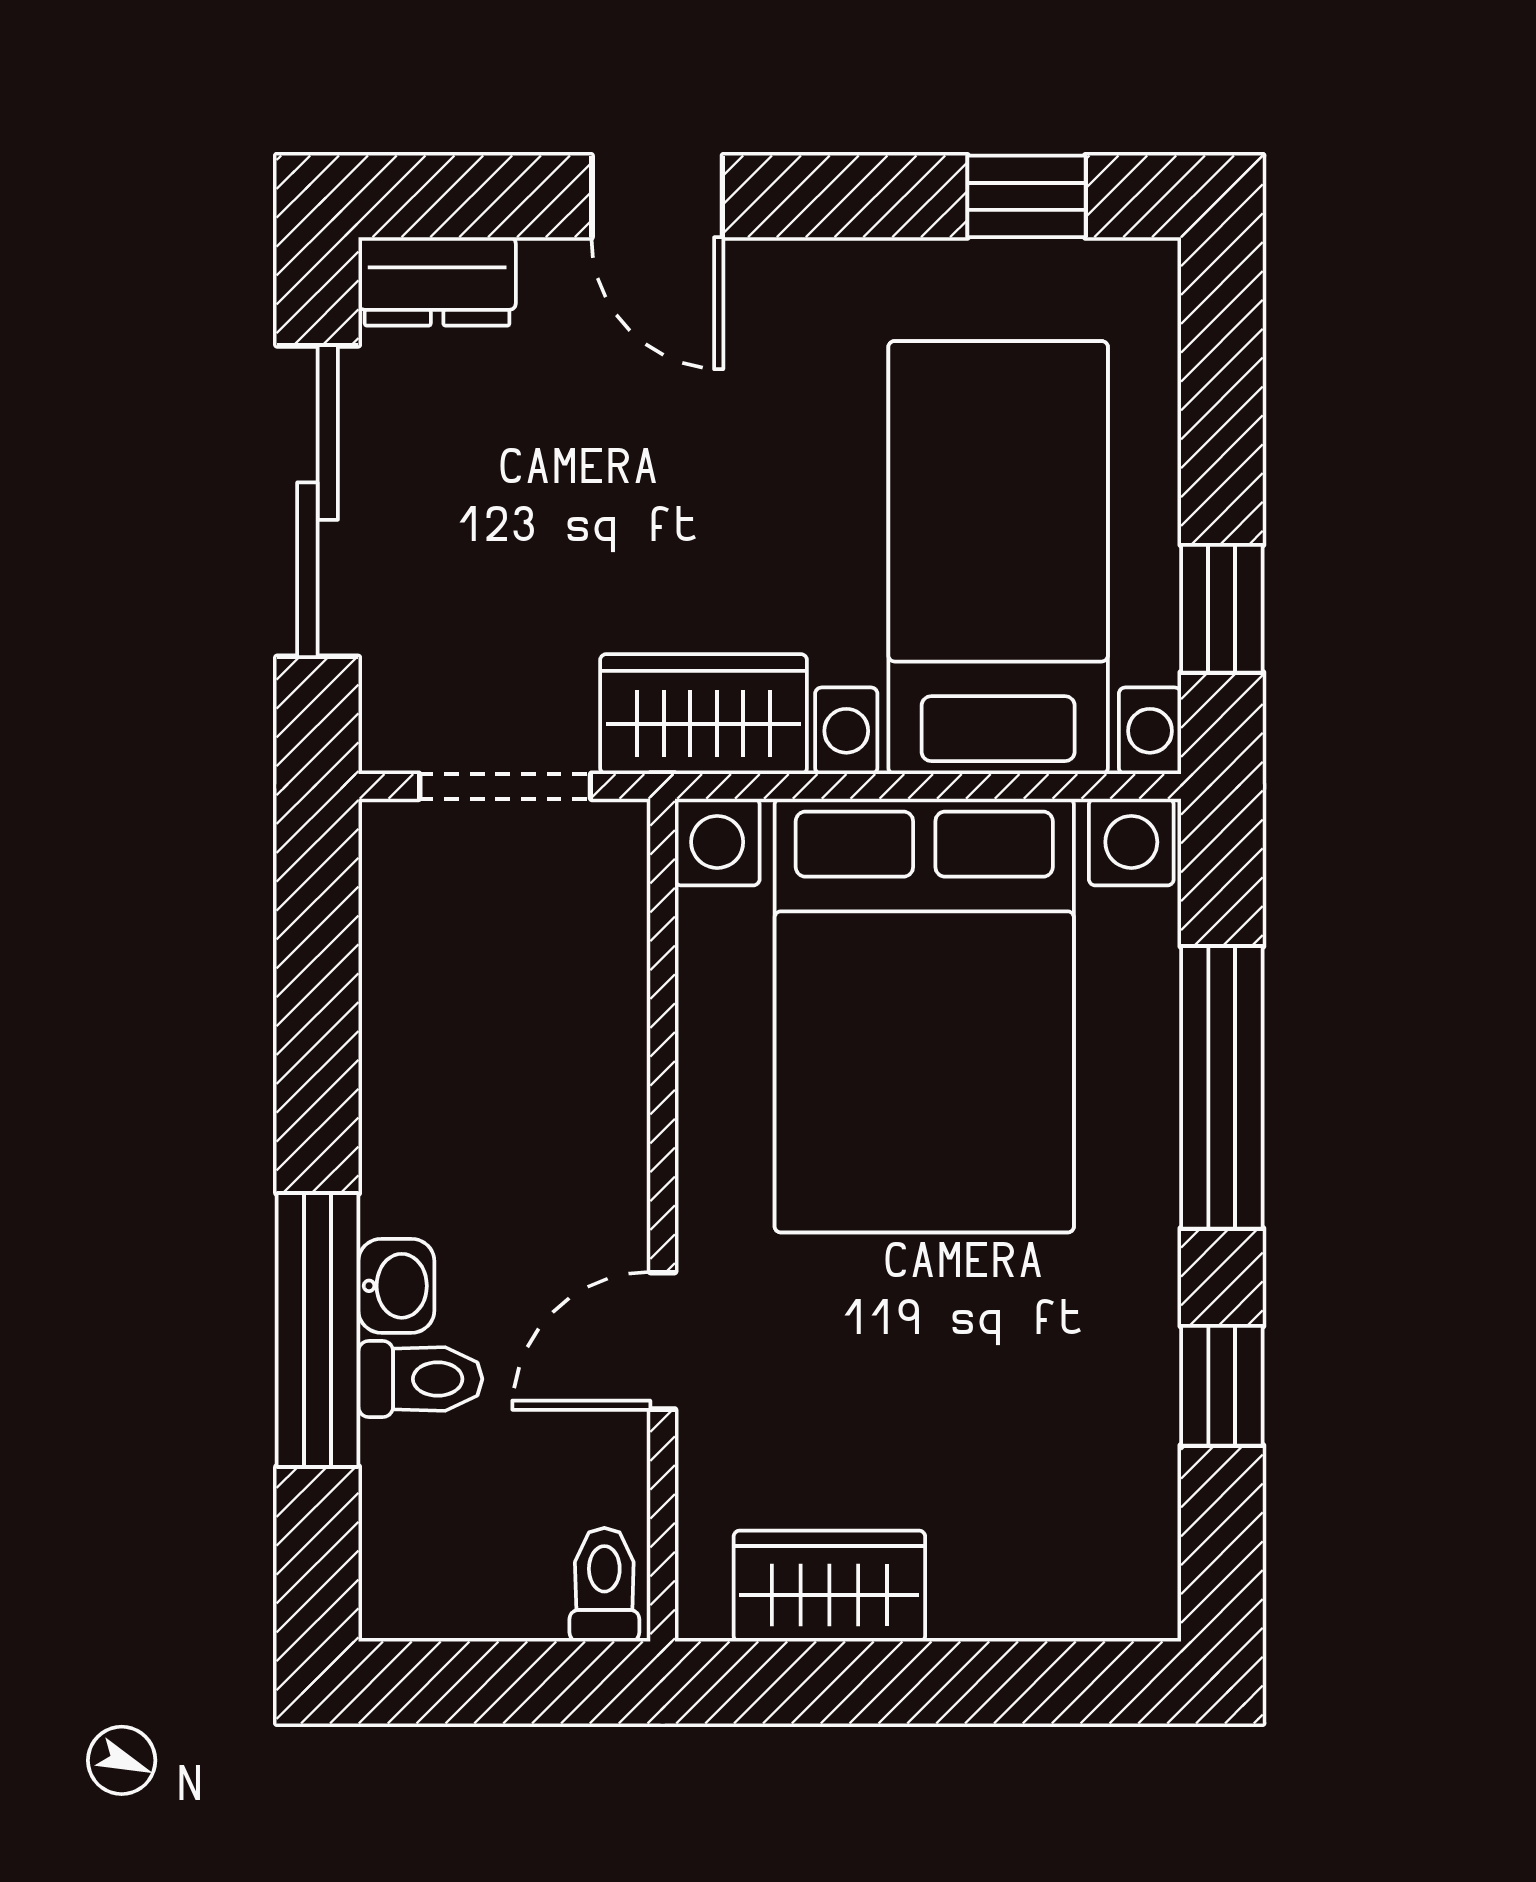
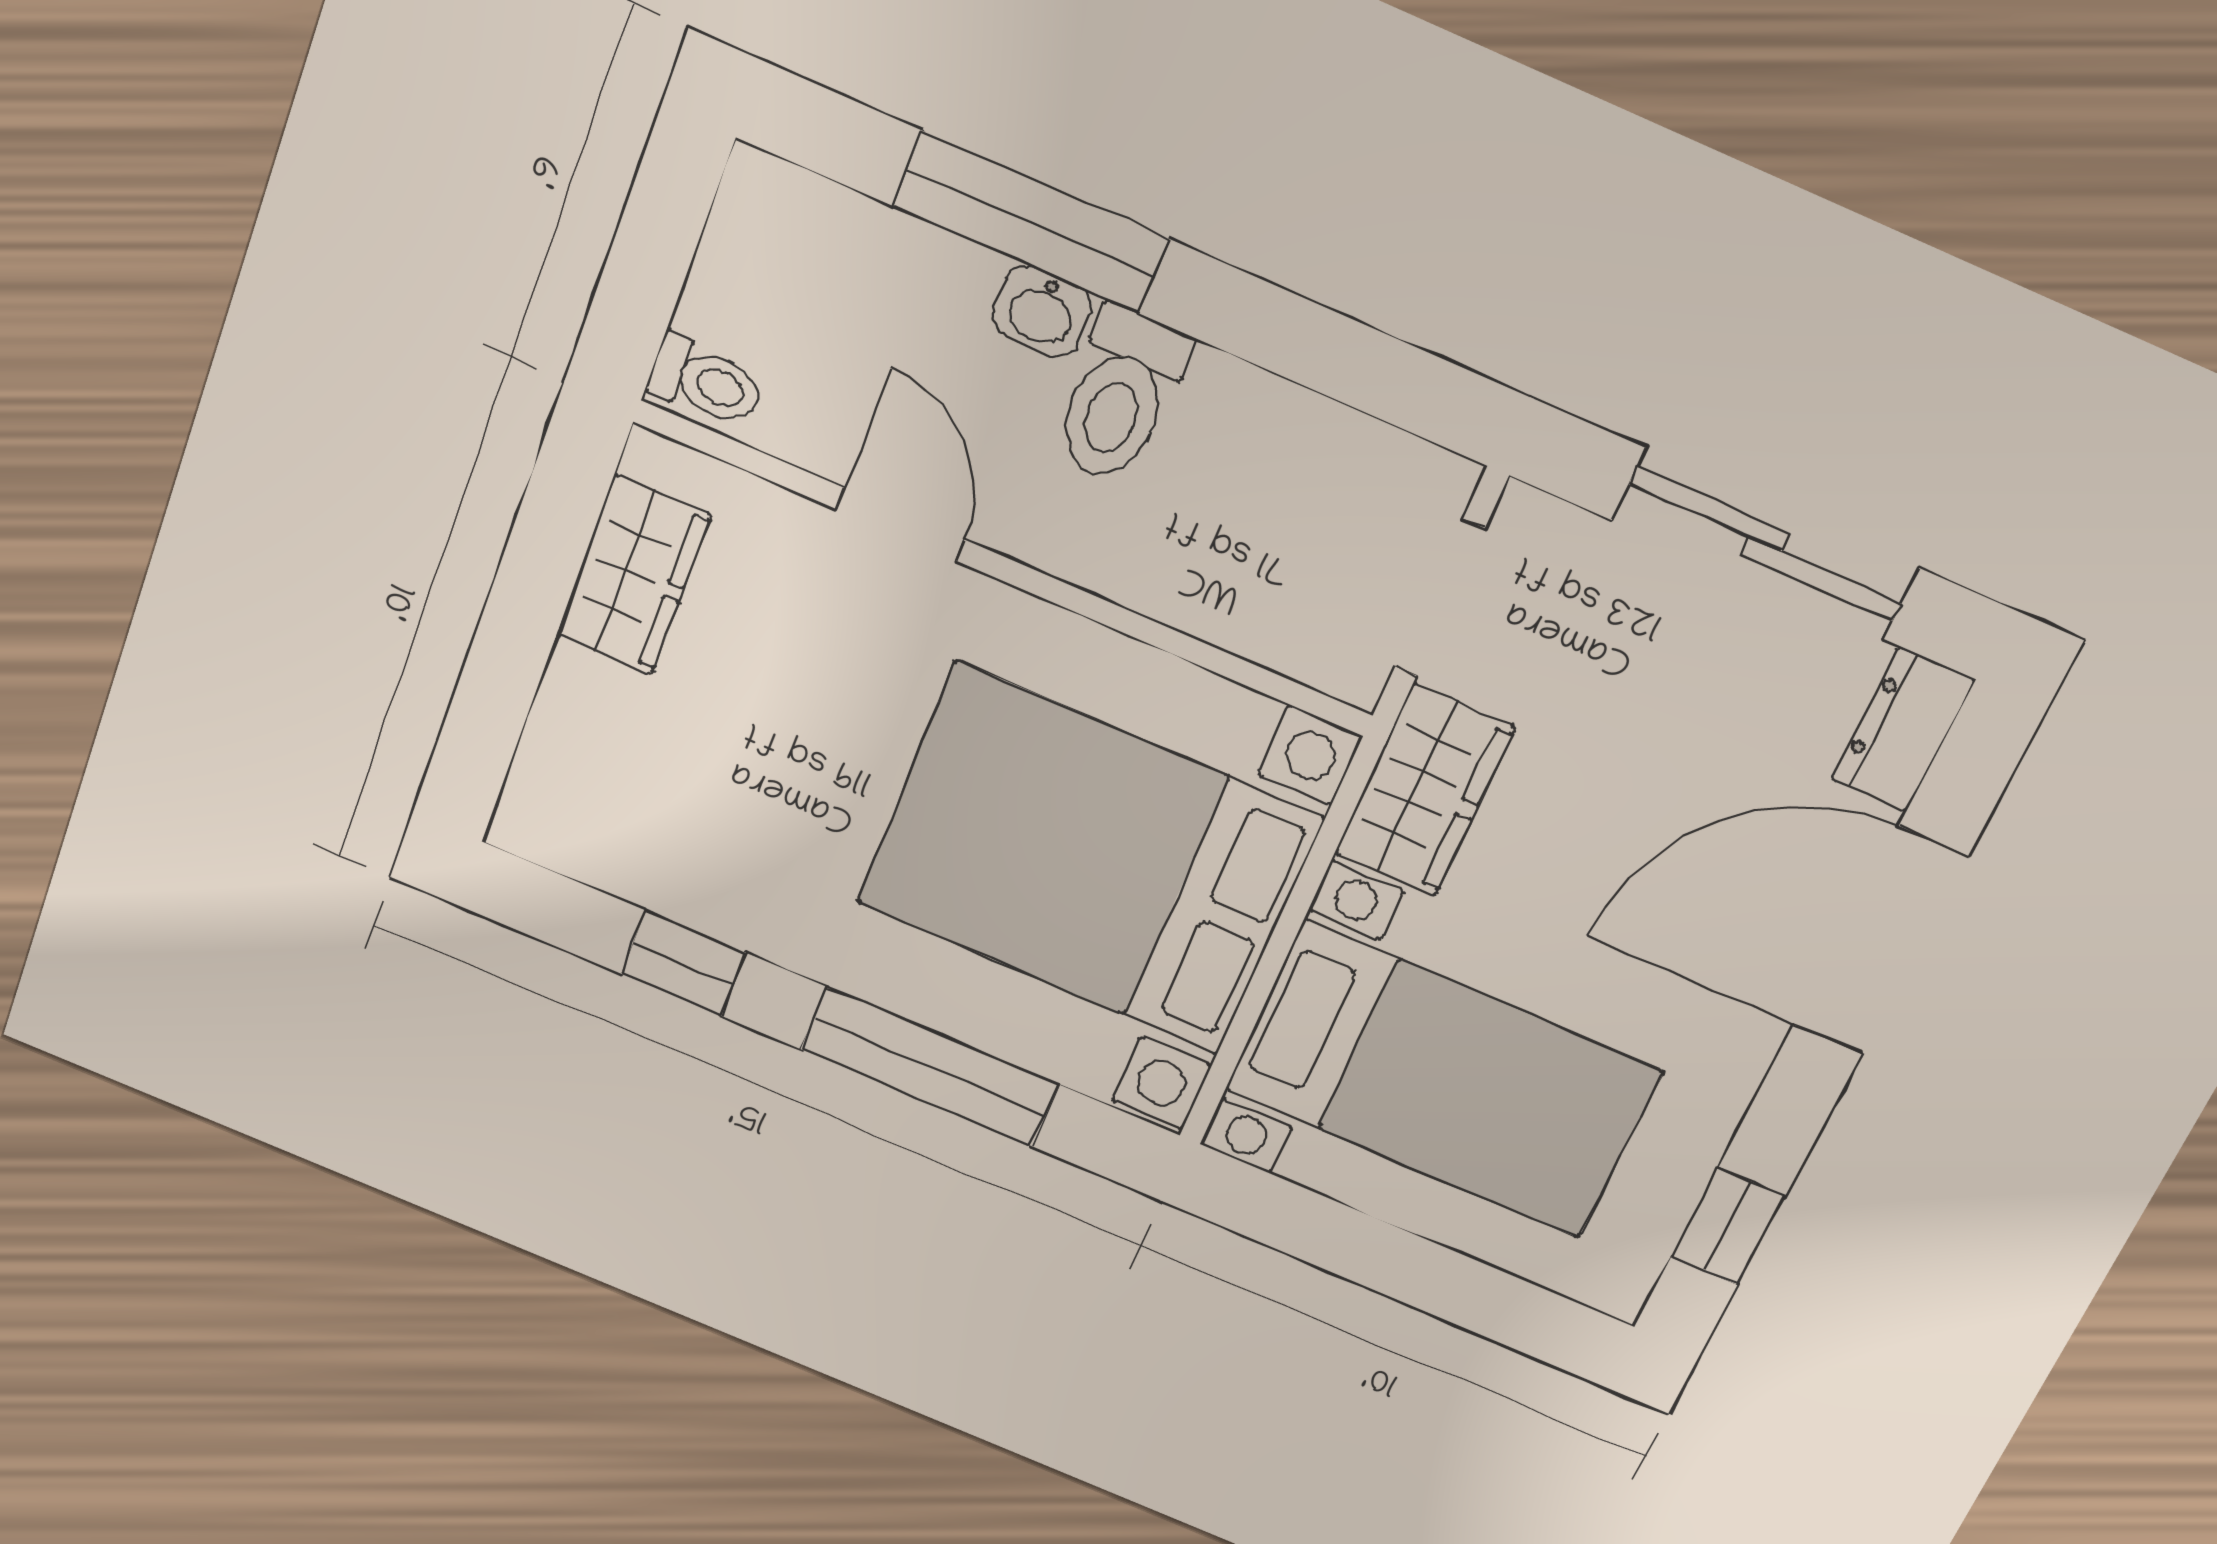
door: (657, 196) -> (1880, 941), width x1.87
window: (1222, 609) -> (1320, 1231), removed
toilet: (420, 1379) -> (1120, 396), moved, width x1.37, depth x1.39

